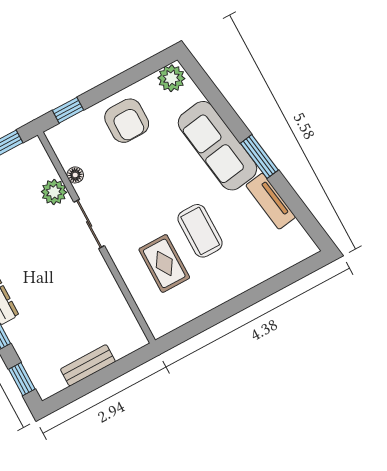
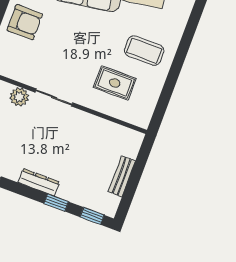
floor lamp: (75, 175) -> (23, 77), removed
coffee table: (200, 231) -> (144, 51), moved

